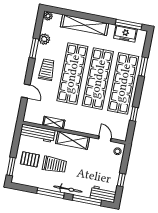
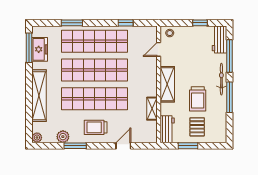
workbench: (37, 133) -> (167, 129), width x0.73
trolley: (54, 165) -> (198, 99), turned 180
window: (11, 166) -> (188, 146), moved

